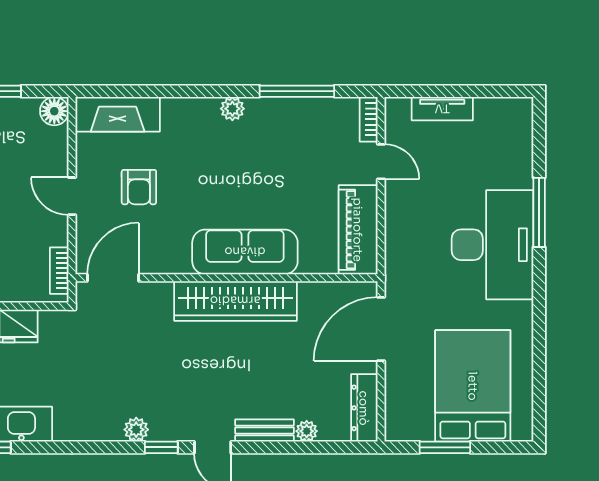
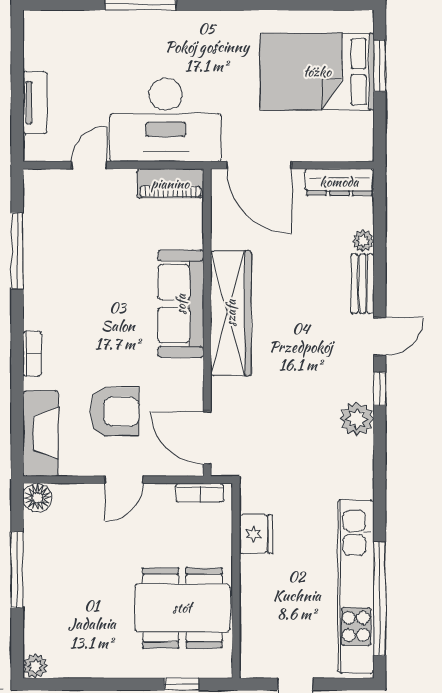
plant: (232, 109) -> (35, 316), removed
bookcase: (369, 119) -> (32, 354), moved, turned -90
armchair: (139, 187) -> (115, 411), width x1.38, depth x1.38
piano: (358, 230) -> (170, 184), width x0.73, depth x0.75
desk: (493, 245) -> (166, 120), moved, turned 180
plant: (136, 430) -> (357, 419), width x1.38, depth x1.38
window: (445, 447) -> (380, 66), moved

